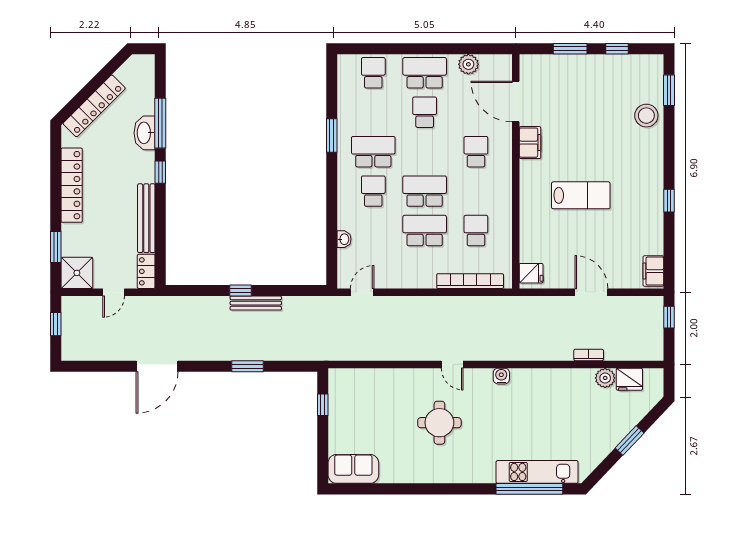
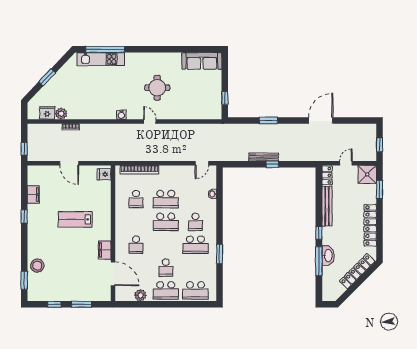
school desk: (373, 73) -> (195, 290), width x1.85
filing cabinet: (653, 271) -> (33, 195), moved
sofa: (353, 469) -> (202, 61), width x1.36

